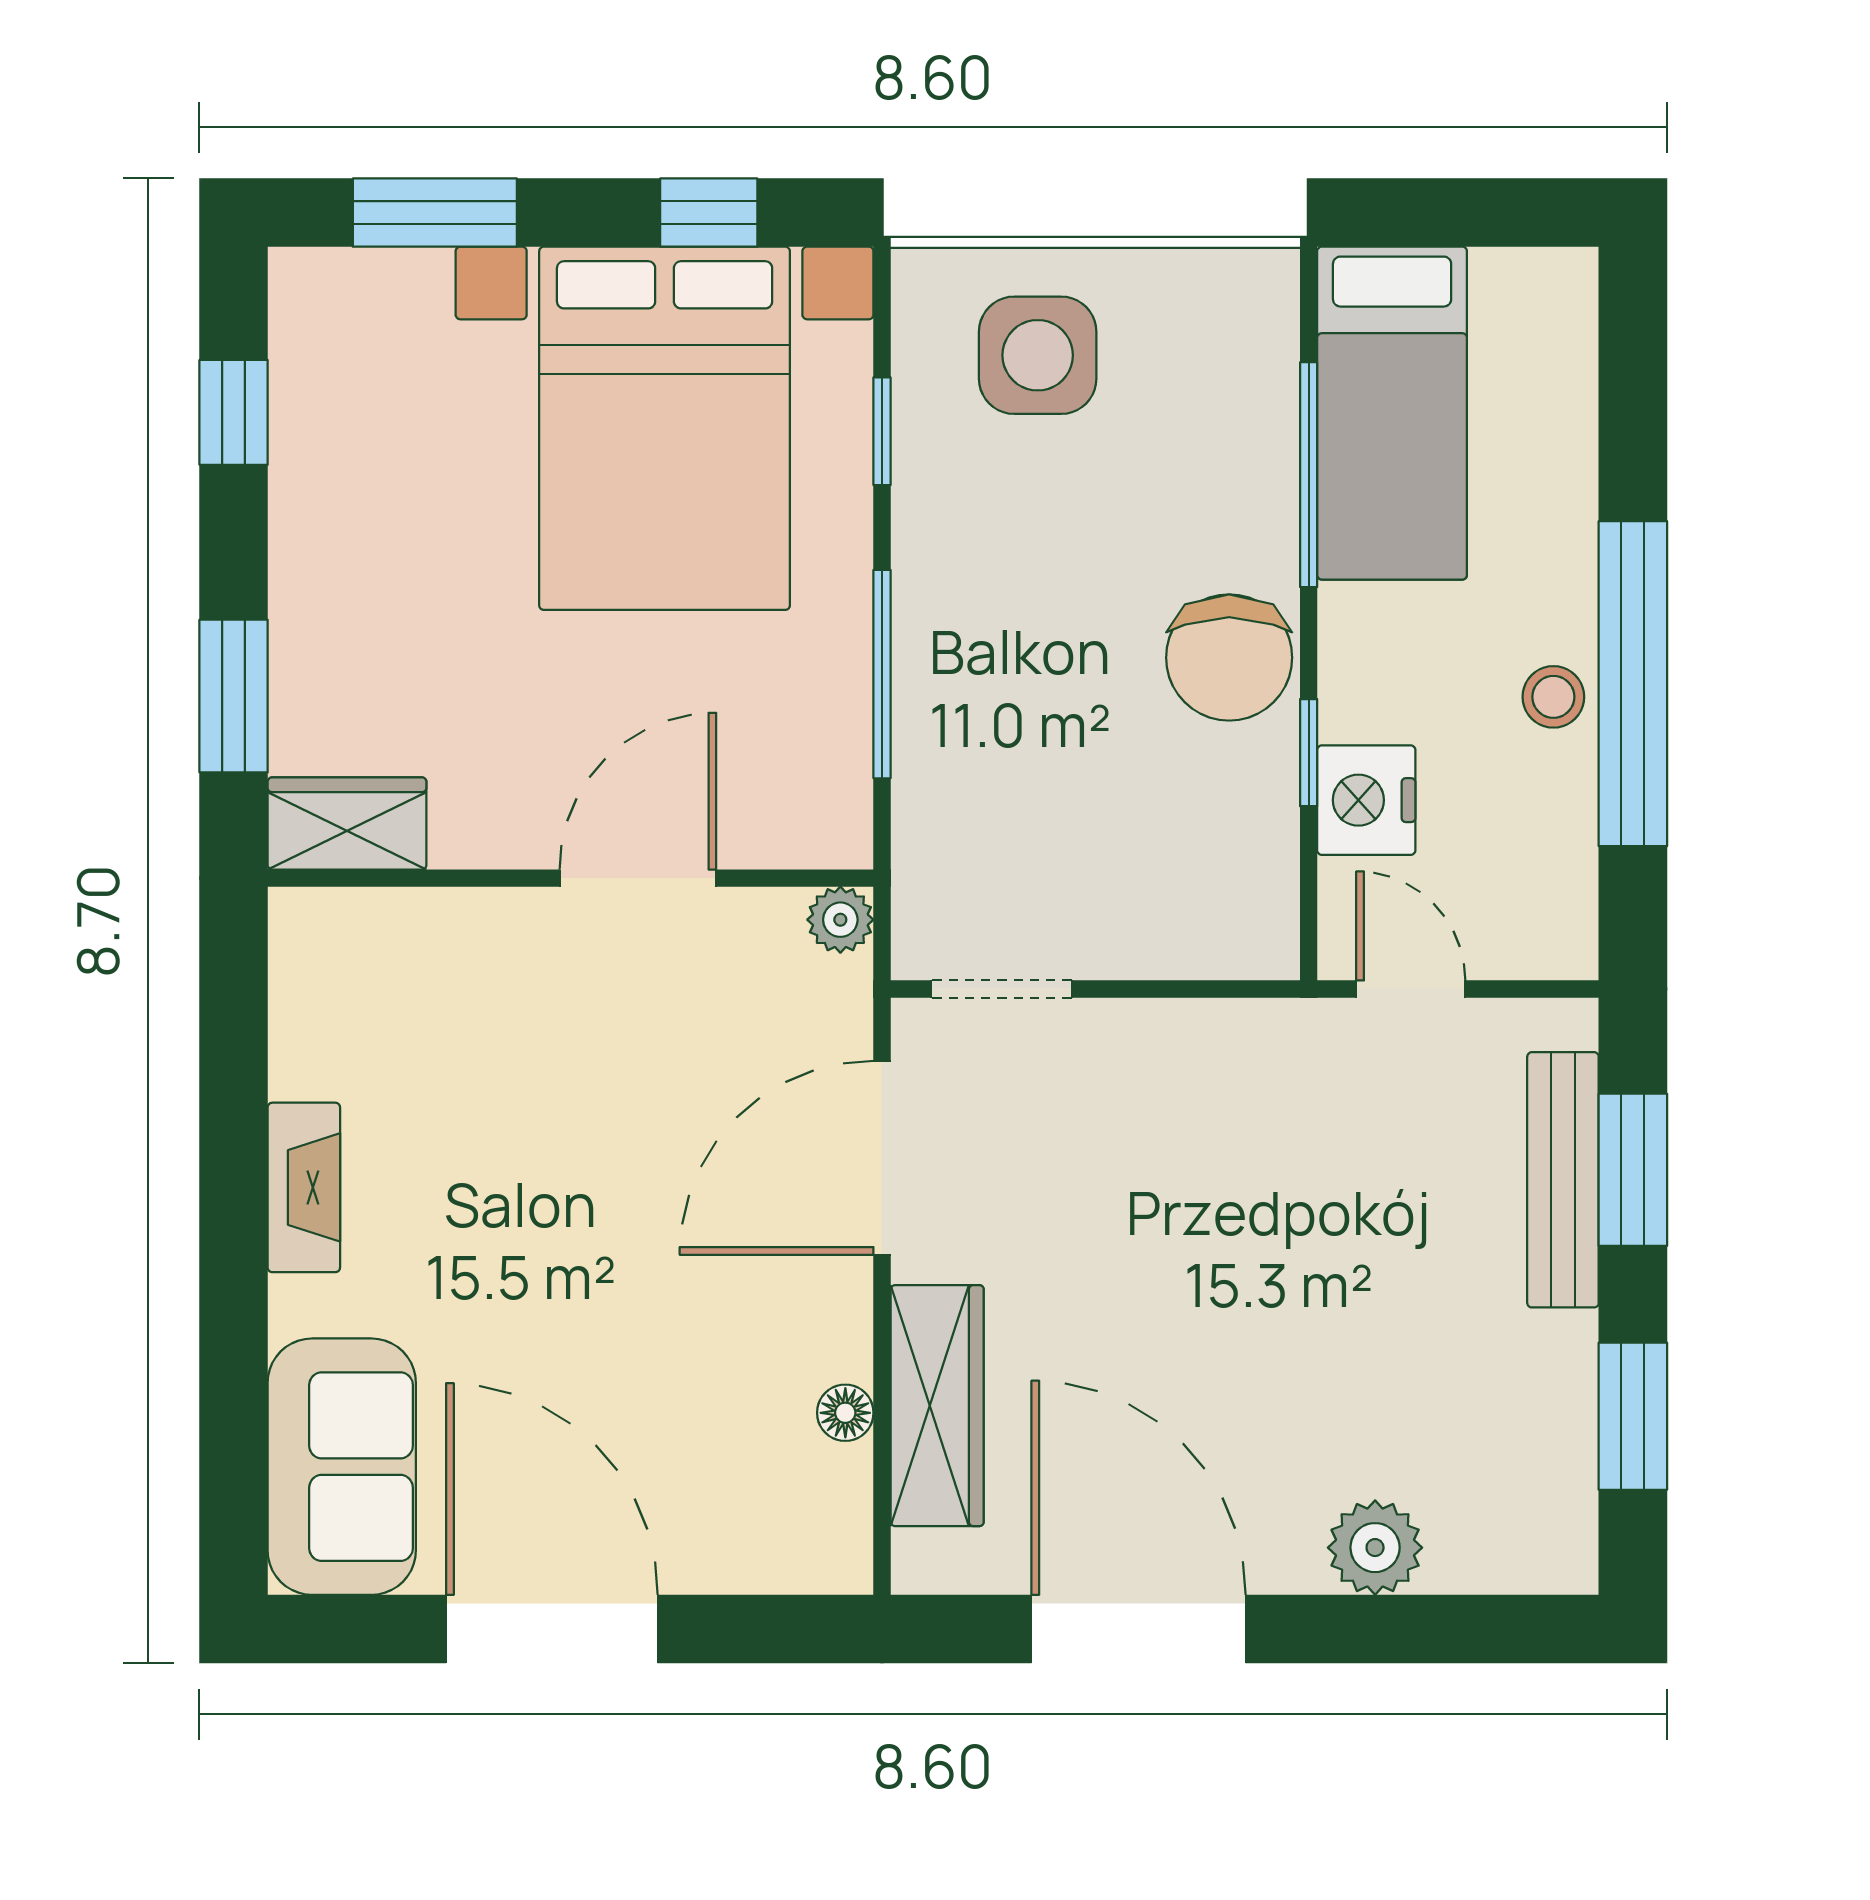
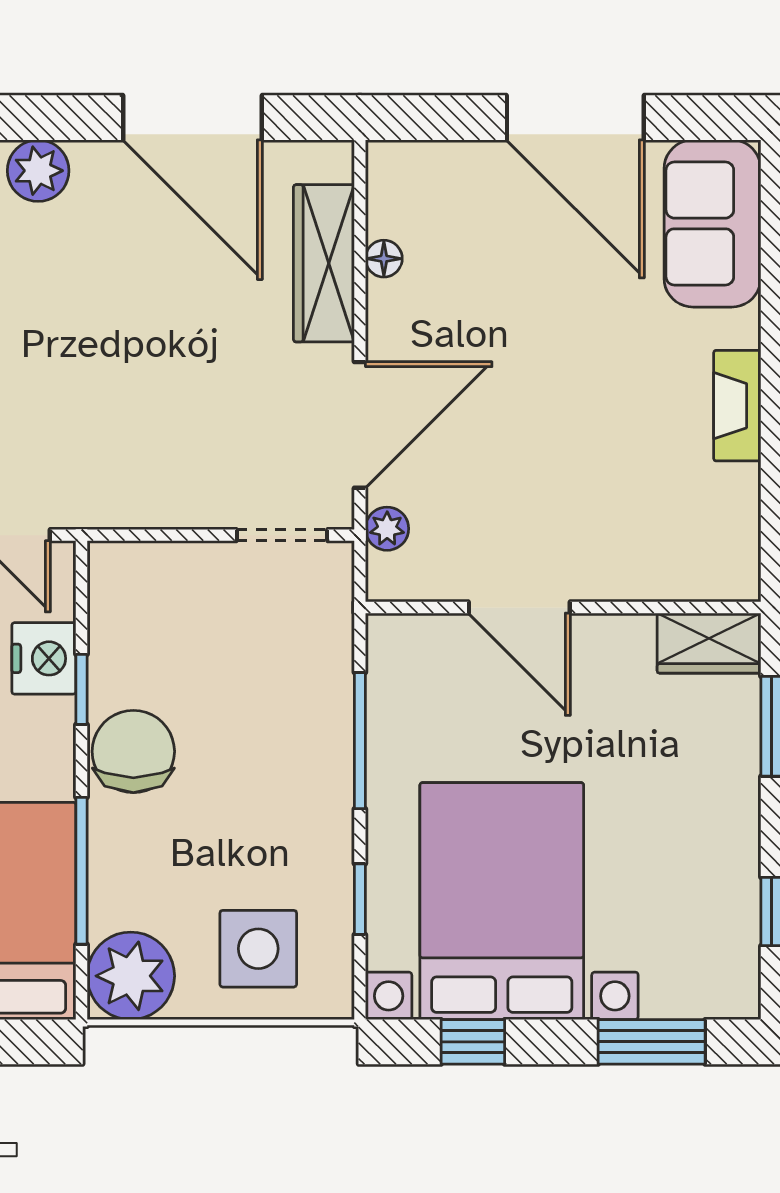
plant: (1233, 314) -> (131, 976), added
door: (638, 878) -> (519, 608), hinge flipped
plant: (840, 920) -> (387, 529), moved

